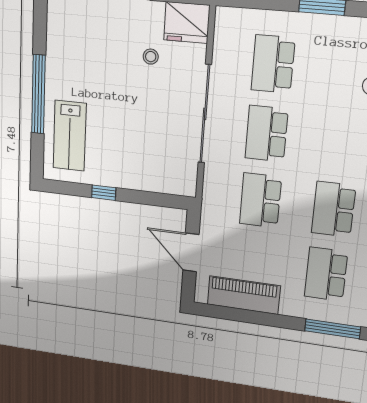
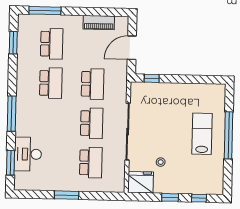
lab bench: (70, 136) -> (202, 134), moved
window: (104, 193) -> (152, 78), moved
door: (191, 252) -> (132, 48), swing flipped
piano: (244, 295) -> (99, 23), width x0.73, depth x0.75

